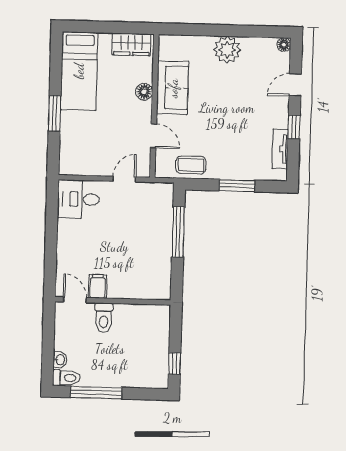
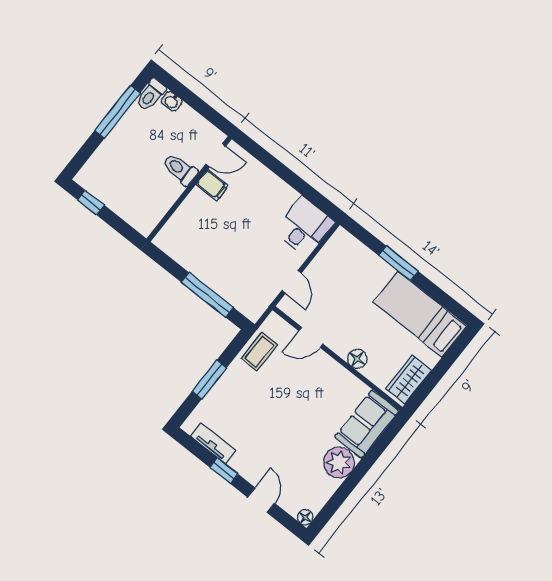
sofa: (173, 88) -> (367, 424), moved, turned 90

